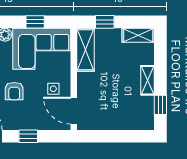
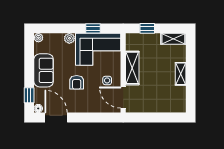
shelving: (86, 50) -> (132, 68), moved
window: (160, 105) -> (191, 93), removed
window: (28, 136) -> (88, 118), removed

